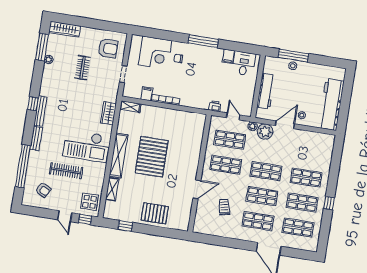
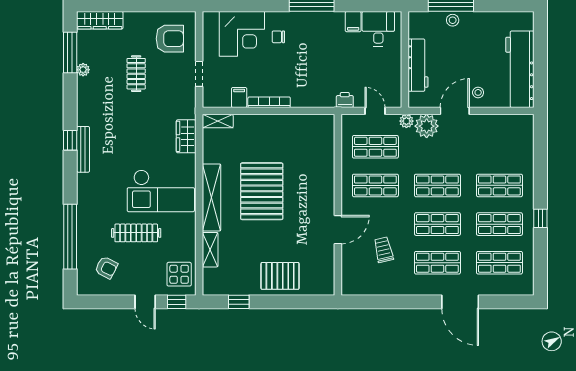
bench: (36, 138) -> (84, 192), removed

